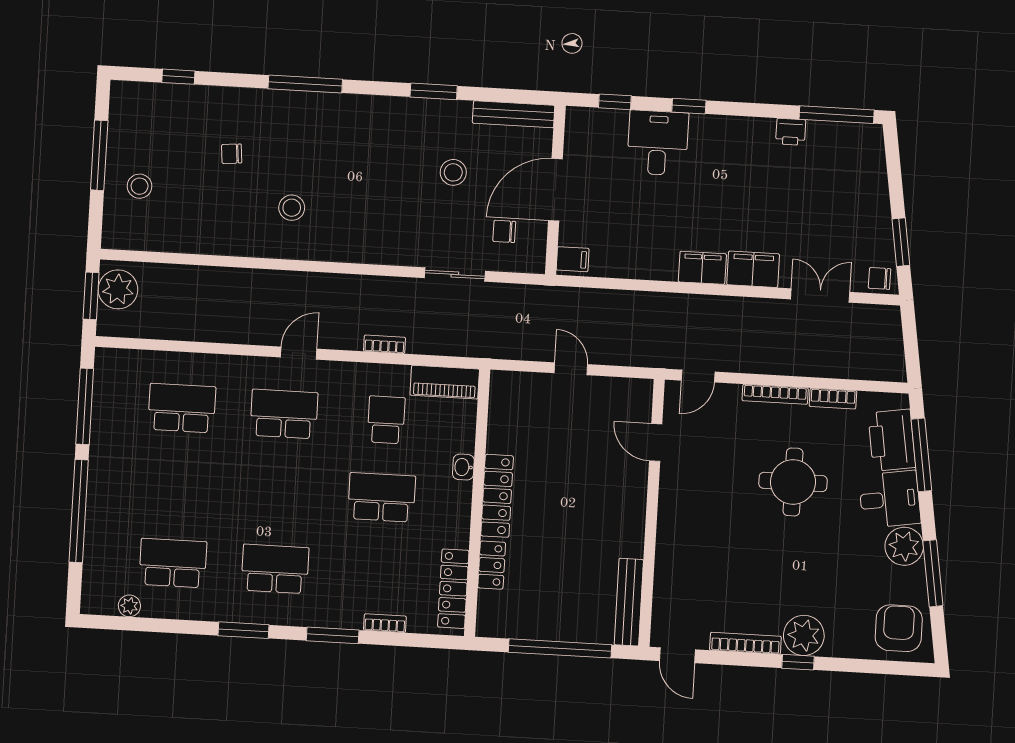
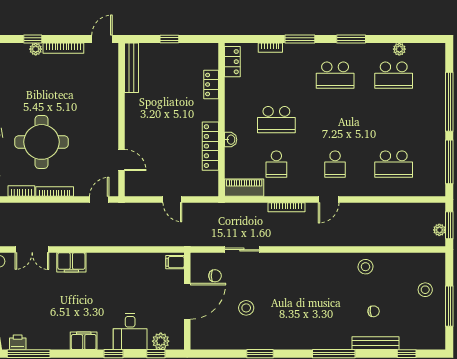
bench: (514, 114) -> (375, 343), moved
plant: (605, 123) -> (161, 341), added
printer: (791, 132) -> (18, 342), moved
stool: (292, 208) -> (365, 267), moved
filing cabinet: (702, 268) -> (84, 341), moved, turned 180
plant: (118, 289) -> (439, 230), width x0.53, depth x0.53
bookcase: (385, 344) -> (286, 207), width x1.56
school desk: (284, 414) -> (335, 164), width x0.54
round table: (793, 482) -> (42, 142), width x1.36, depth x1.36
locker: (497, 496) -> (210, 146), moved
locker: (453, 589) -> (232, 62), width x0.66
plant: (129, 606) -> (399, 49), moved
plant: (804, 635) -> (36, 49), width x0.53, depth x0.53
window: (560, 648) -> (169, 39), width x0.32
door: (677, 655) -> (102, 39), hinge flipped

